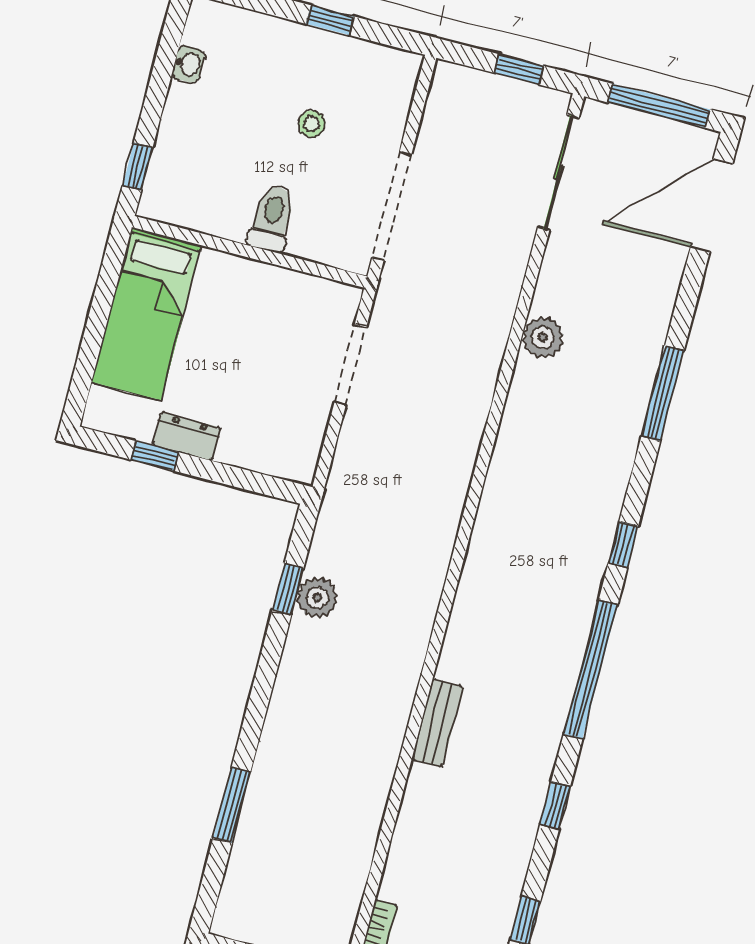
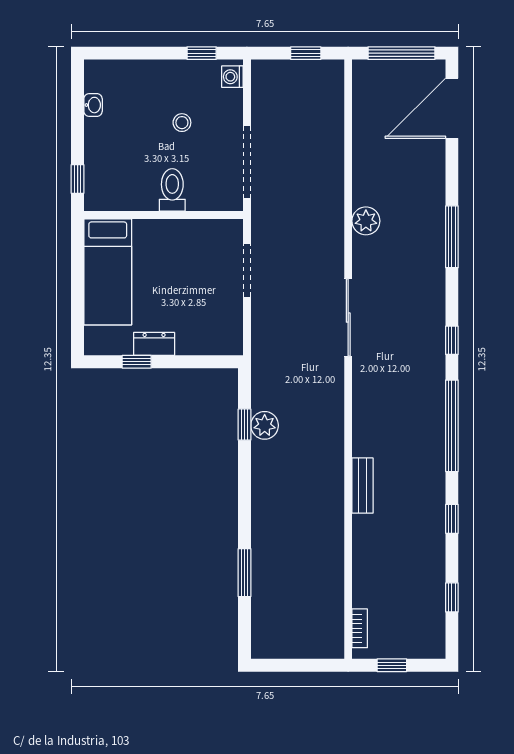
window: (330, 20) -> (202, 53), moved
washing machine: (403, 76) -> (232, 77), added
sliding door: (558, 172) -> (348, 318), moved

